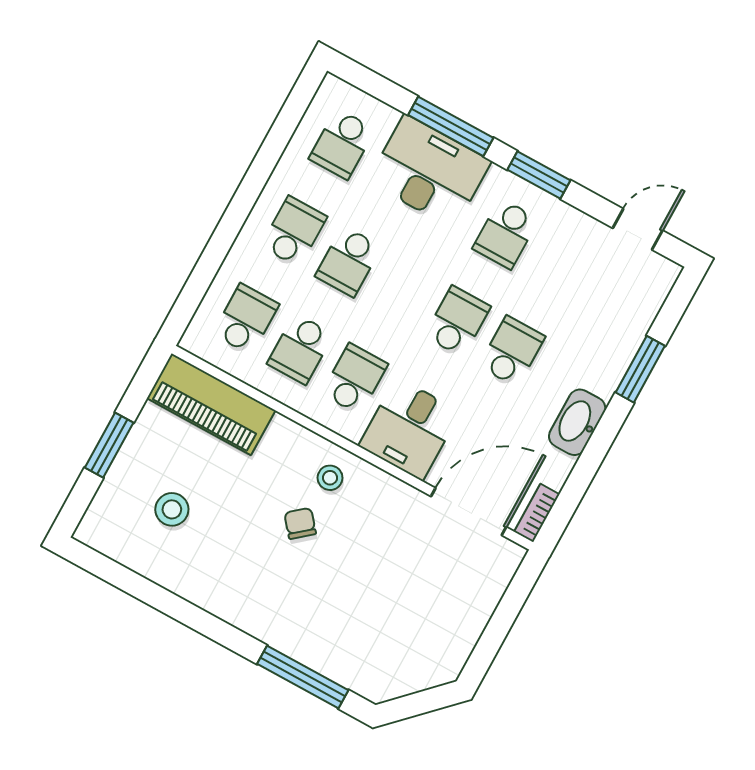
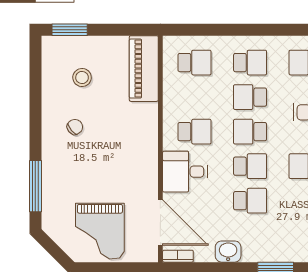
school desk: (300, 349) -> (250, 132), moved
washbasin: (577, 422) -> (228, 252), width x0.72
window: (109, 445) -> (70, 30), moved
stool: (330, 478) -> (140, 146), removed
chair: (300, 523) -> (75, 127), moved
grand piano: (430, 614) -> (100, 231), added

